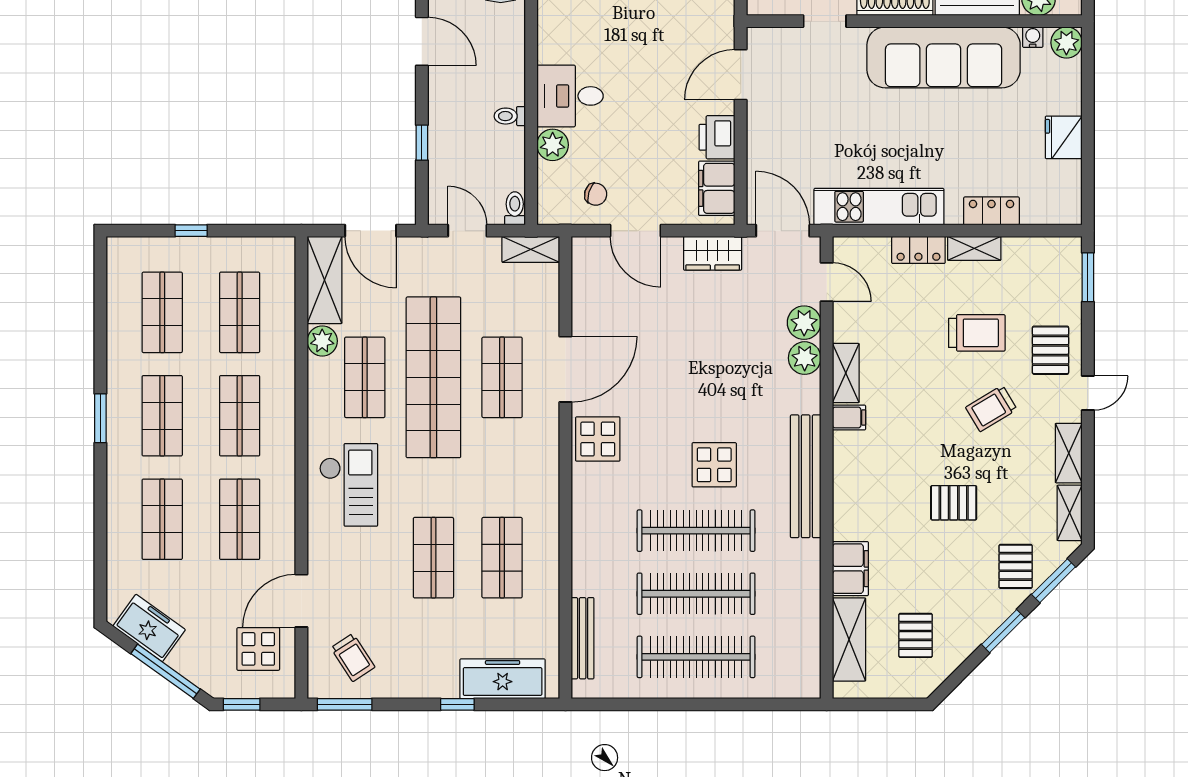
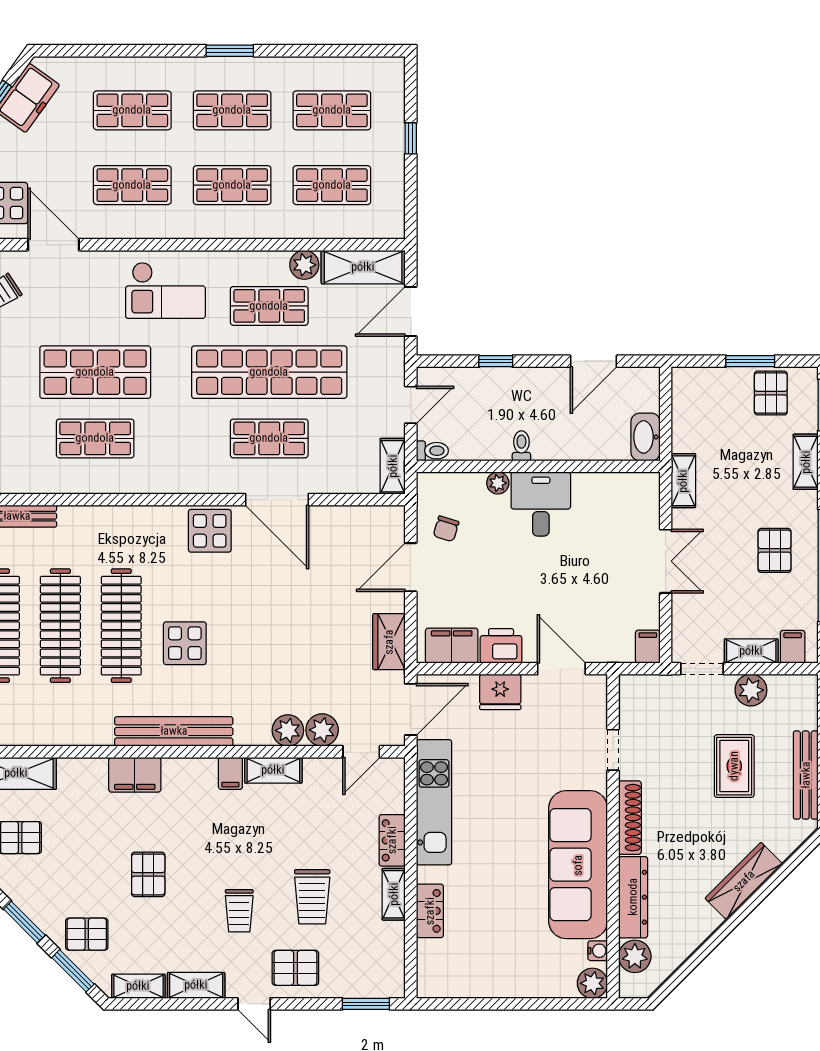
fridge: (1064, 137) -> (500, 692), moved, turned 180
plant: (553, 145) -> (498, 483), width x0.73, depth x0.73
trolley: (991, 408) -> (239, 911), turned -149
shop shelf: (433, 558) -> (95, 372), width x1.43, depth x1.36
filing cabinet: (850, 569) -> (135, 775), moved

